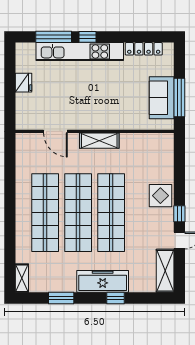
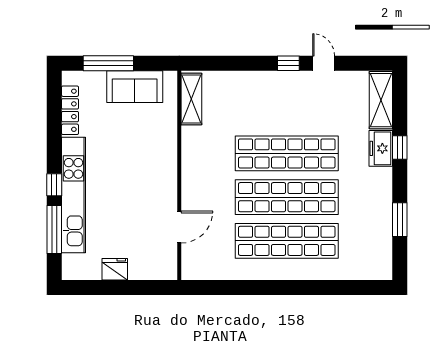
window: (179, 98) -> (108, 63), moved
shelving: (99, 141) -> (191, 99), moved
display table: (160, 196) -> (264, 88), removed
shelving: (165, 271) -> (381, 100), moved, turned 90
shelving: (22, 278) -> (374, 272), removed
freezer: (103, 281) -> (381, 148), width x0.52, depth x0.79

